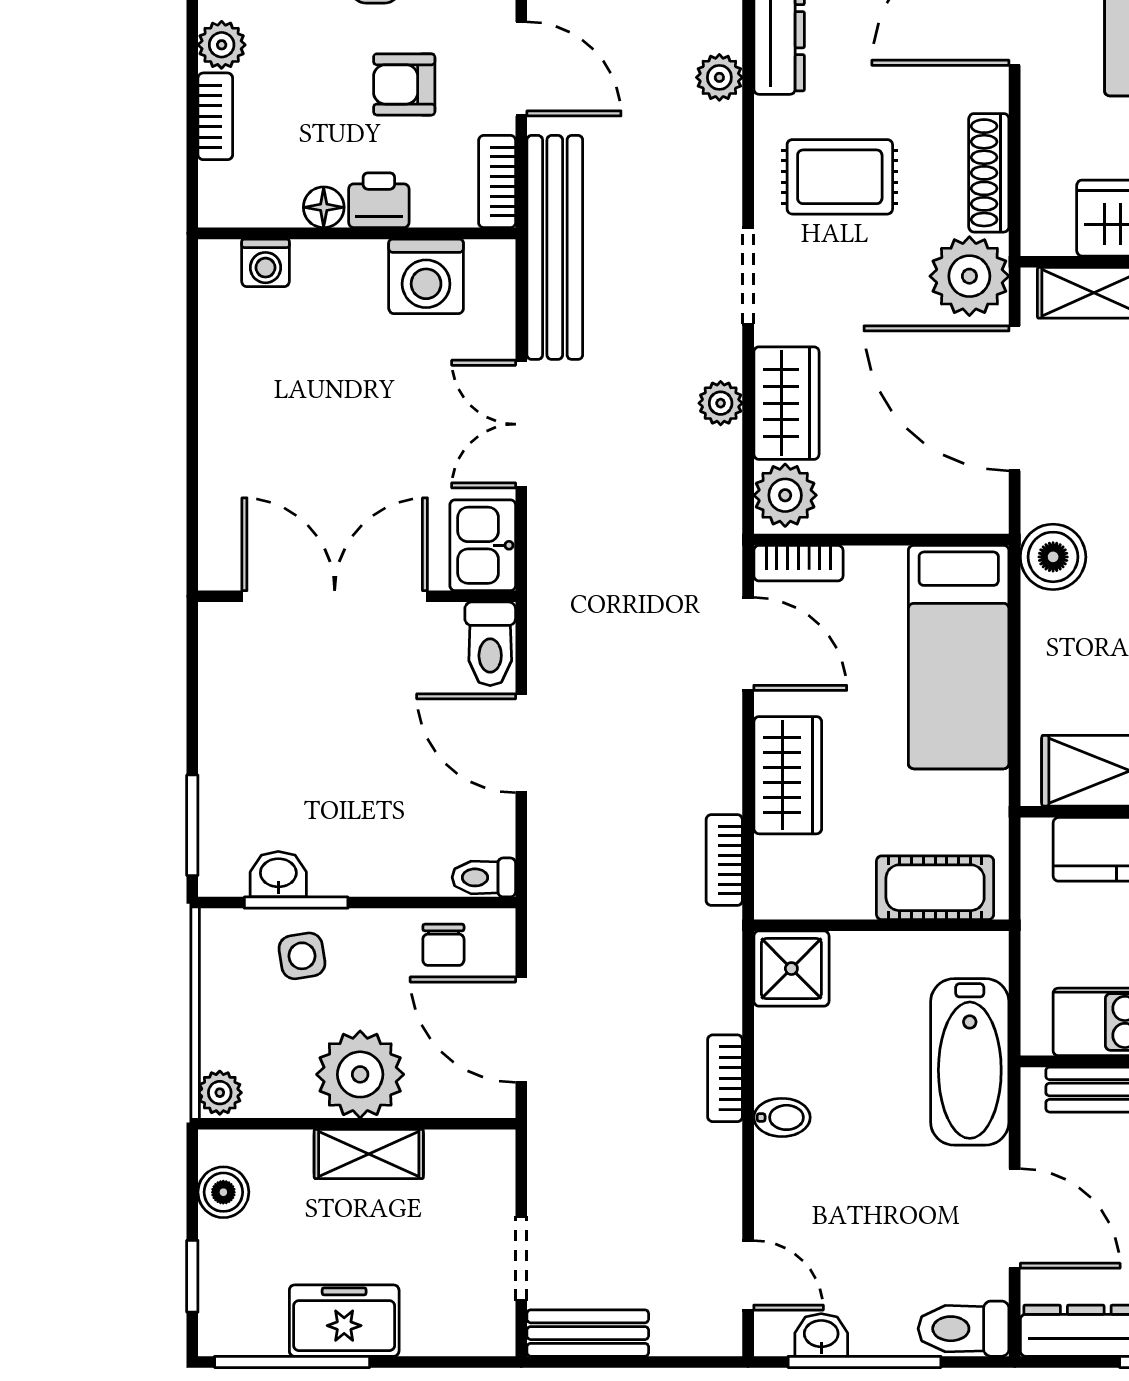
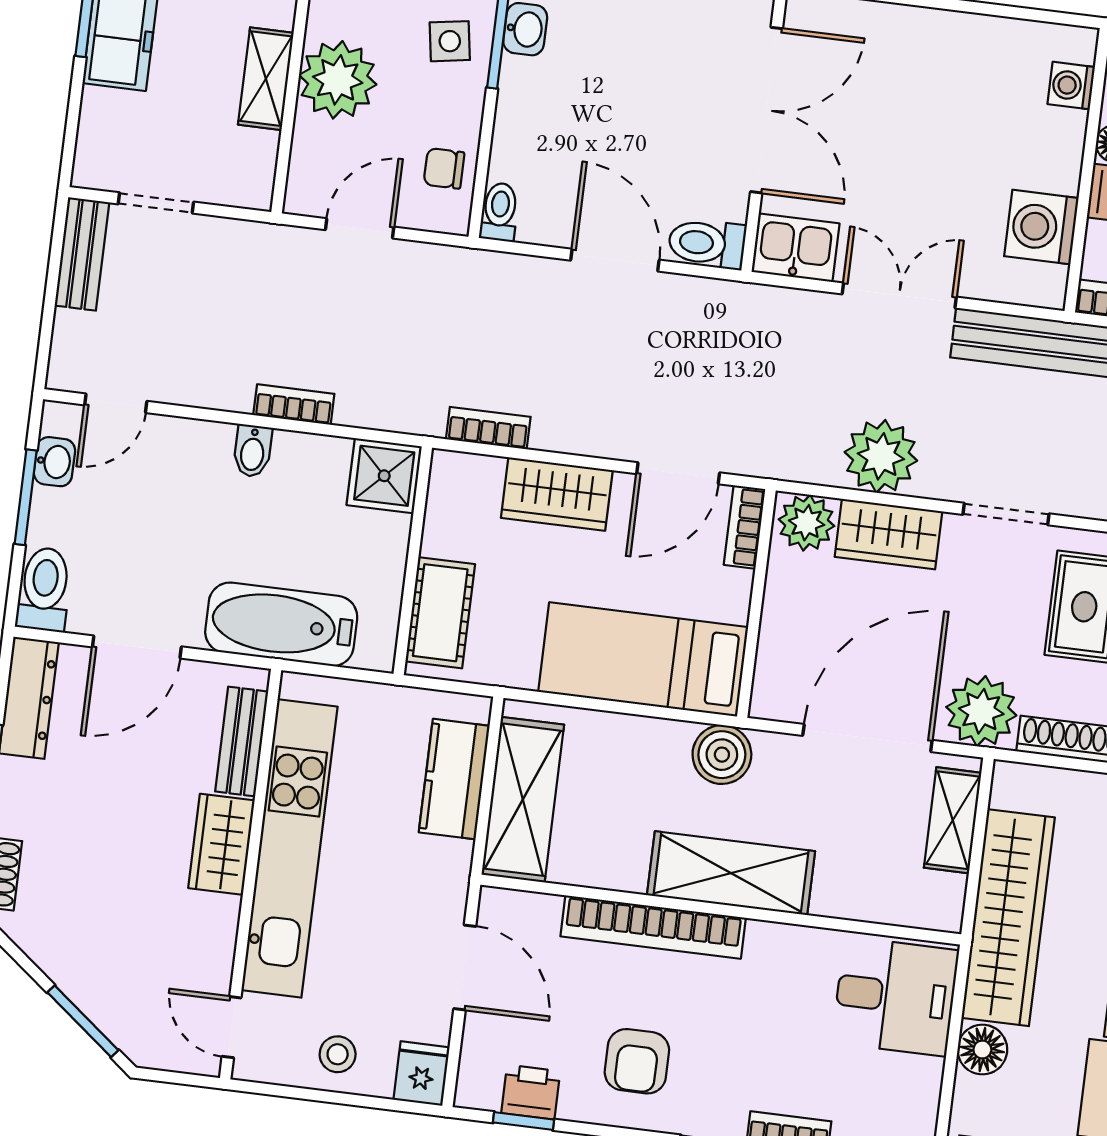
plant: (721, 403) -> (881, 456), width x1.87, depth x1.87
door: (521, 743) -> (615, 260), hinge flipped
door: (521, 1030) -> (360, 228), width x0.73
window: (865, 1362) -> (26, 497), width x0.69

